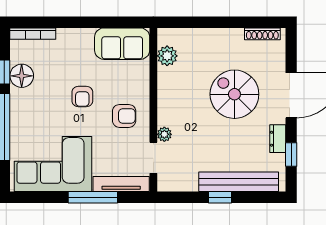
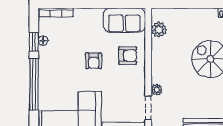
floor lamp: (22, 76) -> (43, 41), width x0.53, depth x0.53
armchair: (124, 116) -> (128, 56), moved

